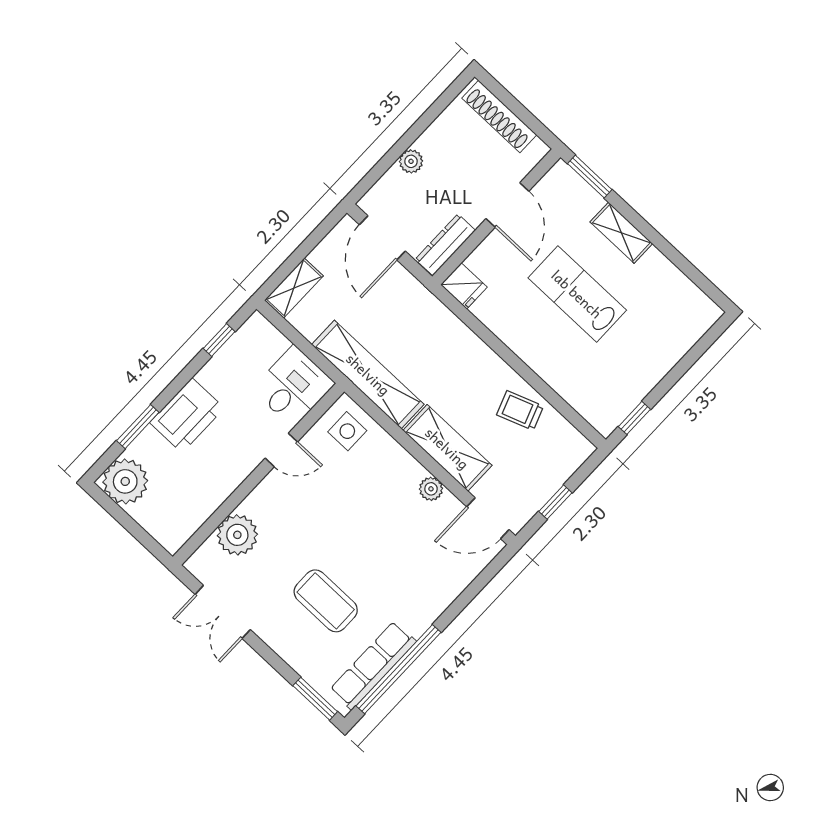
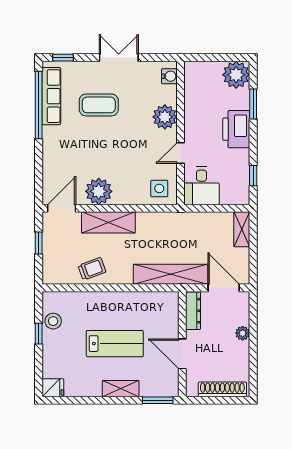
fridge: (464, 286) -> (53, 388), moved, turned 180
shelving: (368, 374) -> (171, 274), moved
stool: (626, 391) -> (53, 321), added
window: (634, 418) -> (39, 334), moved
plant: (431, 489) -> (99, 191), width x1.87, depth x1.87
plant: (237, 535) -> (165, 117), moved
water cooler: (208, 555) -> (169, 76), added
double door: (223, 612) -> (119, 58), moved
window: (315, 699) -> (63, 58), width x0.67

